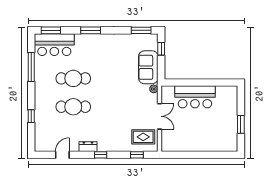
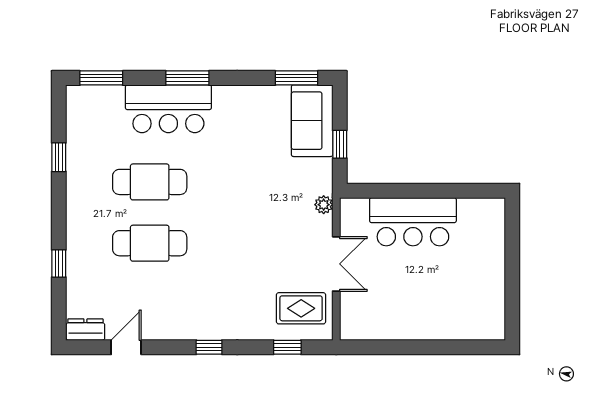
bar counter: (54, 45) -> (168, 109), moved
window: (161, 49) -> (340, 144), moved
window: (31, 67) -> (59, 157), width x0.46
sofa: (148, 67) -> (312, 121), moved
window: (241, 124) -> (512, 281), removed
dresser: (88, 147) -> (85, 330), moved

